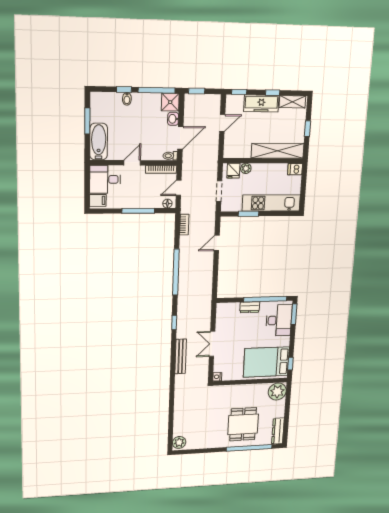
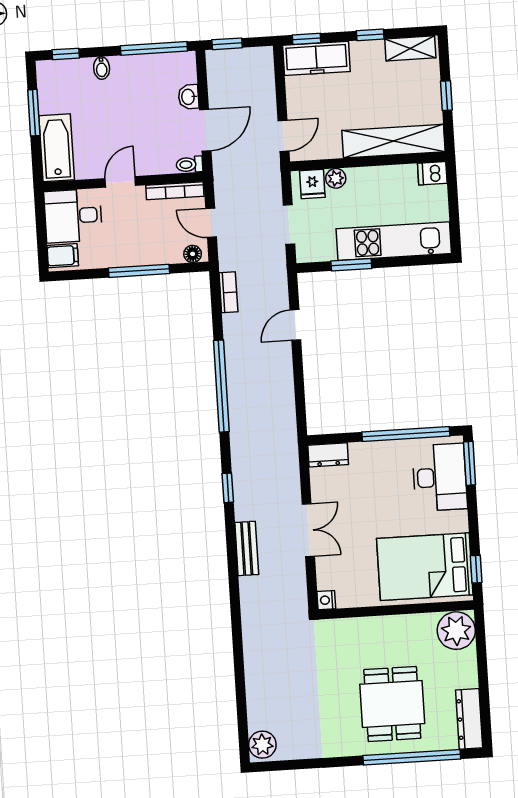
window: (124, 90) -> (66, 54), moved
shower: (170, 102) -> (181, 67), removed
freezer: (261, 103) -> (316, 58), moved
door: (222, 123) -> (283, 136), moved
door: (179, 188) -> (211, 223), hinge flipped
dresser: (250, 307) -> (328, 455), moved
double door: (212, 344) -> (308, 530), swing flipped
bench: (181, 356) -> (247, 548), width x0.73

